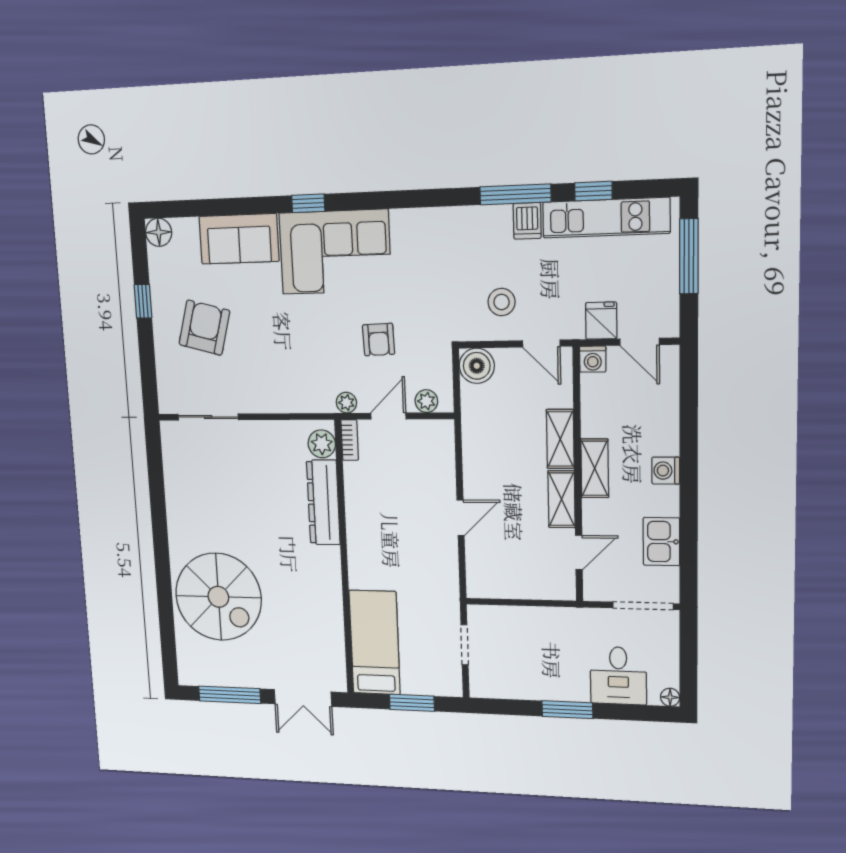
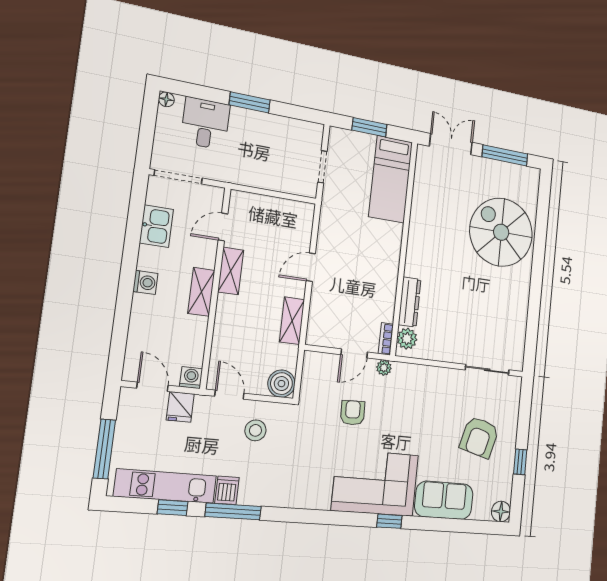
plant: (426, 401) -> (324, 361), removed
shelving: (560, 439) -> (292, 321), moved
dresser: (323, 502) -> (410, 302), width x0.73, depth x0.80

